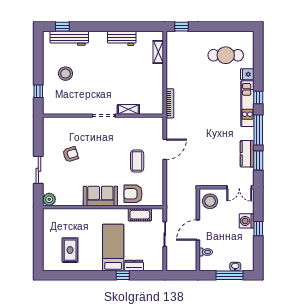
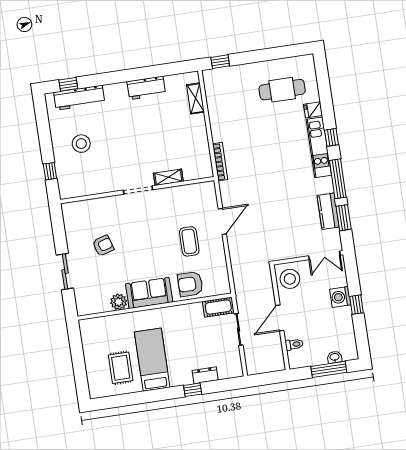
plant: (49, 199) -> (119, 302), moved
cot: (140, 215) -> (218, 307), moved
bed: (113, 247) -> (152, 360), moved

